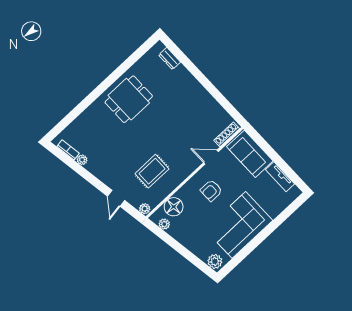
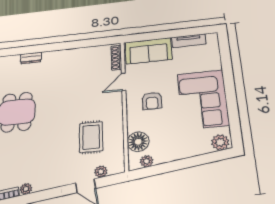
dresser: (170, 59) -> (31, 58), moved
plant: (145, 209) -> (101, 172), moved

